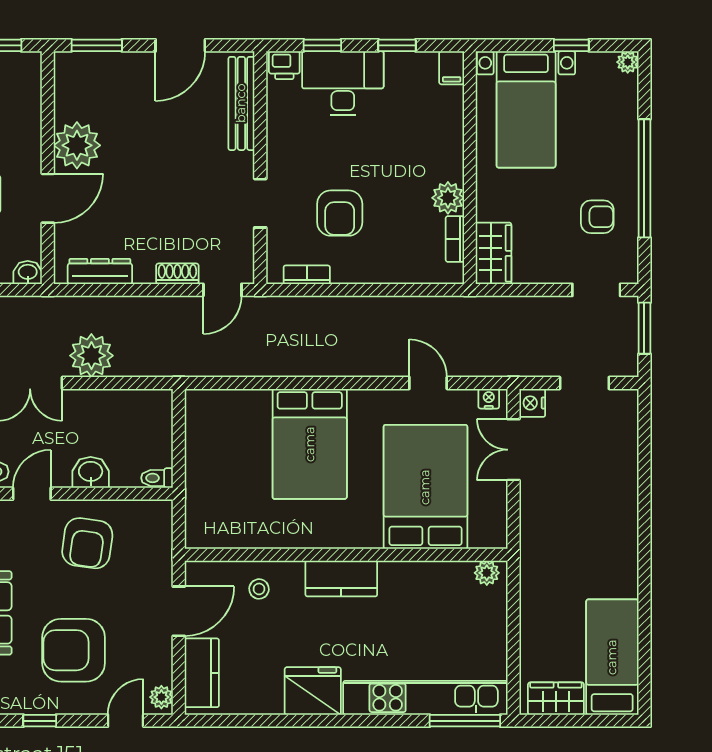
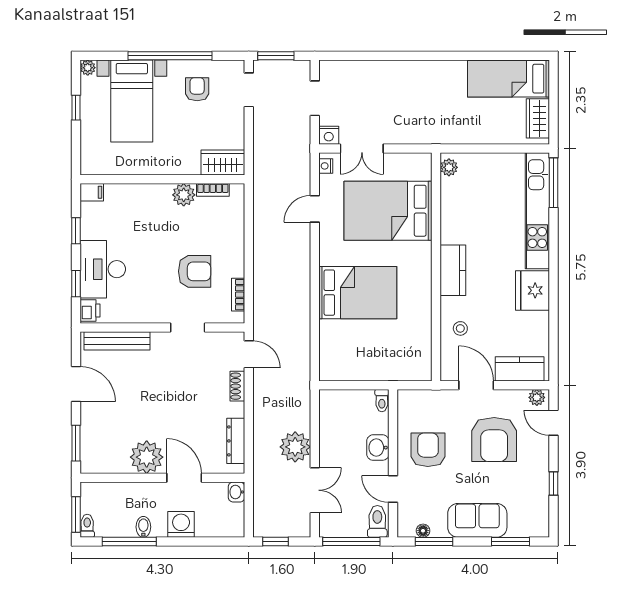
bed with nightstands: (526, 109) -> (132, 101), moved, turned 90
armchair: (87, 543) -> (428, 450), turned -98
armchair: (74, 650) -> (494, 439), moved

